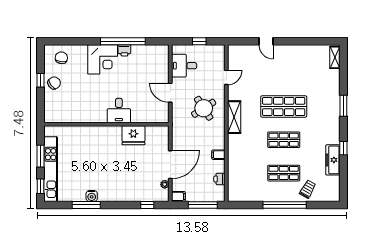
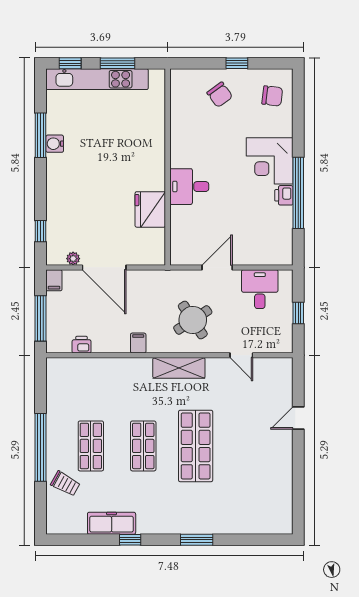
shelving: (335, 57) -> (273, 526), removed
chair: (54, 83) -> (220, 95), moved
filing cabinet: (218, 155) -> (138, 343), moved

